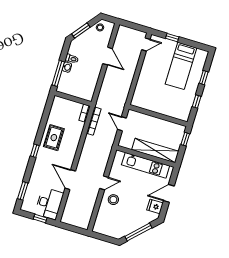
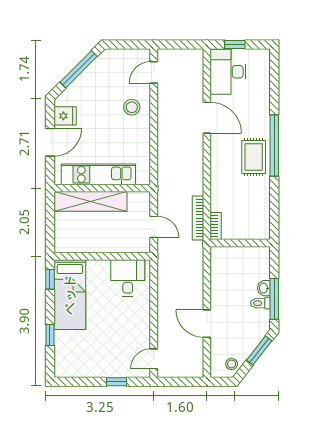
bed: (181, 66) -> (70, 295), moved, turned 180
window: (58, 73) -> (274, 299), moved
desk: (147, 98) -> (128, 278), added
window: (197, 101) -> (50, 279), moved
rug: (54, 138) -> (254, 157), moved
window: (185, 139) -> (50, 233), removed
window: (35, 151) -> (274, 146), width x3.17
door: (104, 183) -> (154, 72), moved
window: (23, 191) -> (274, 79), removed

